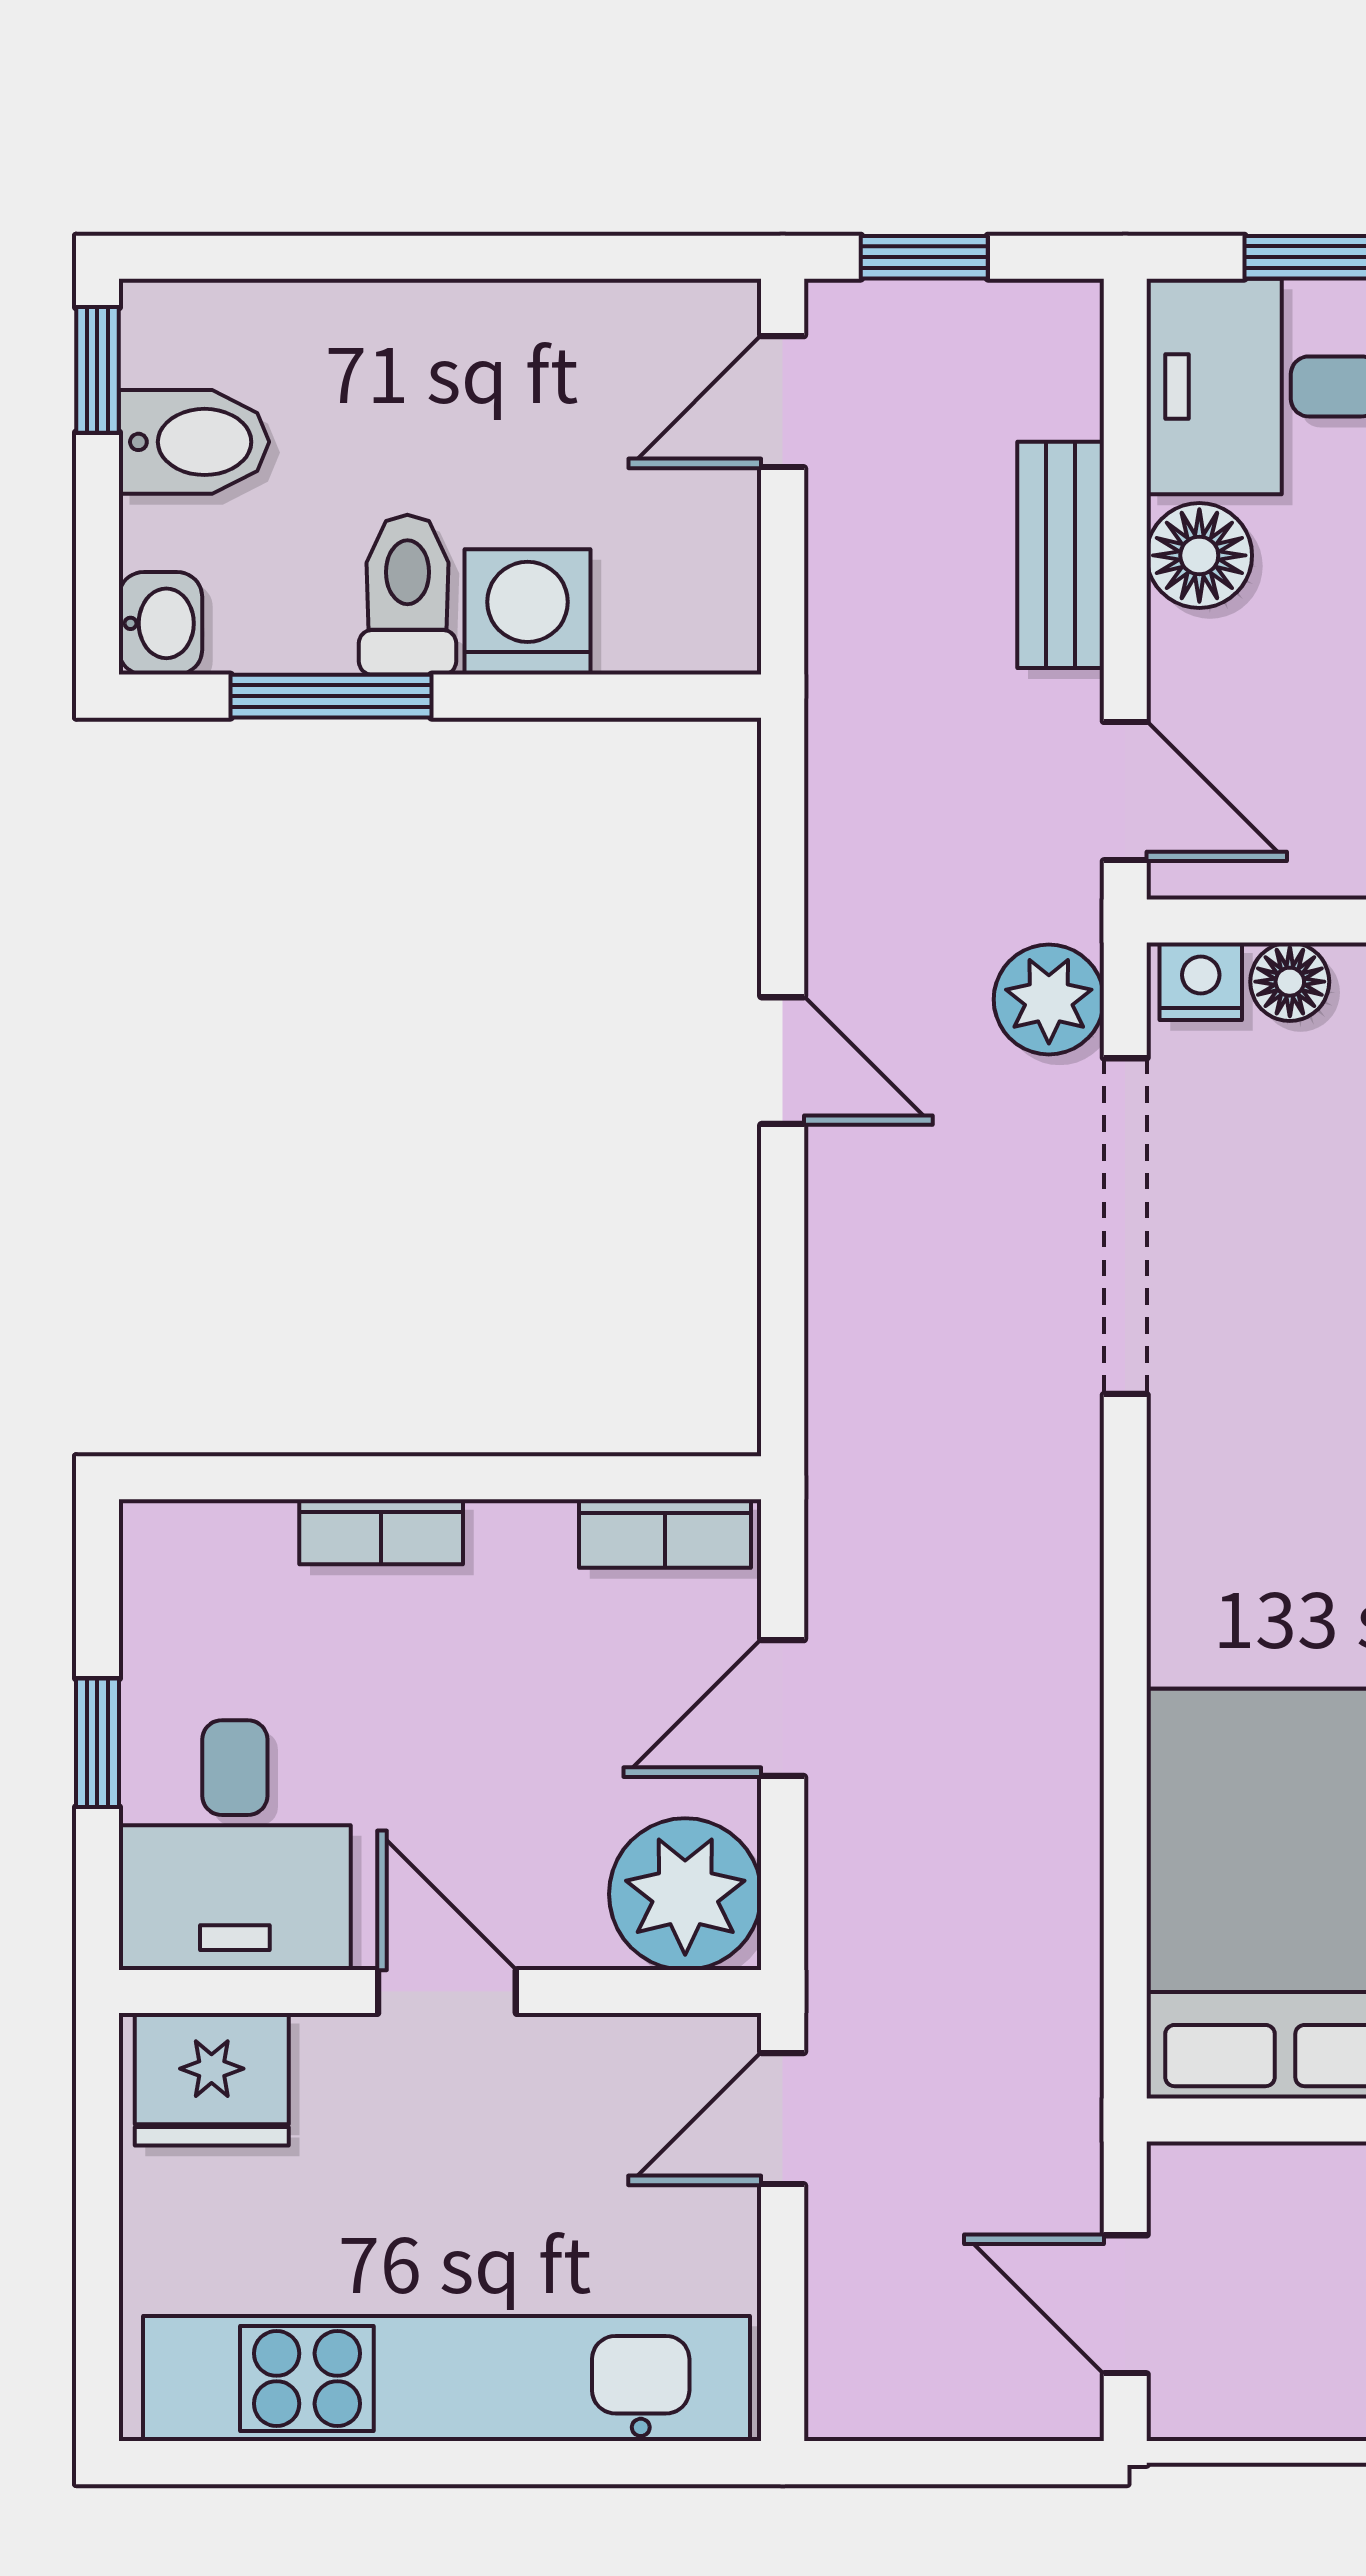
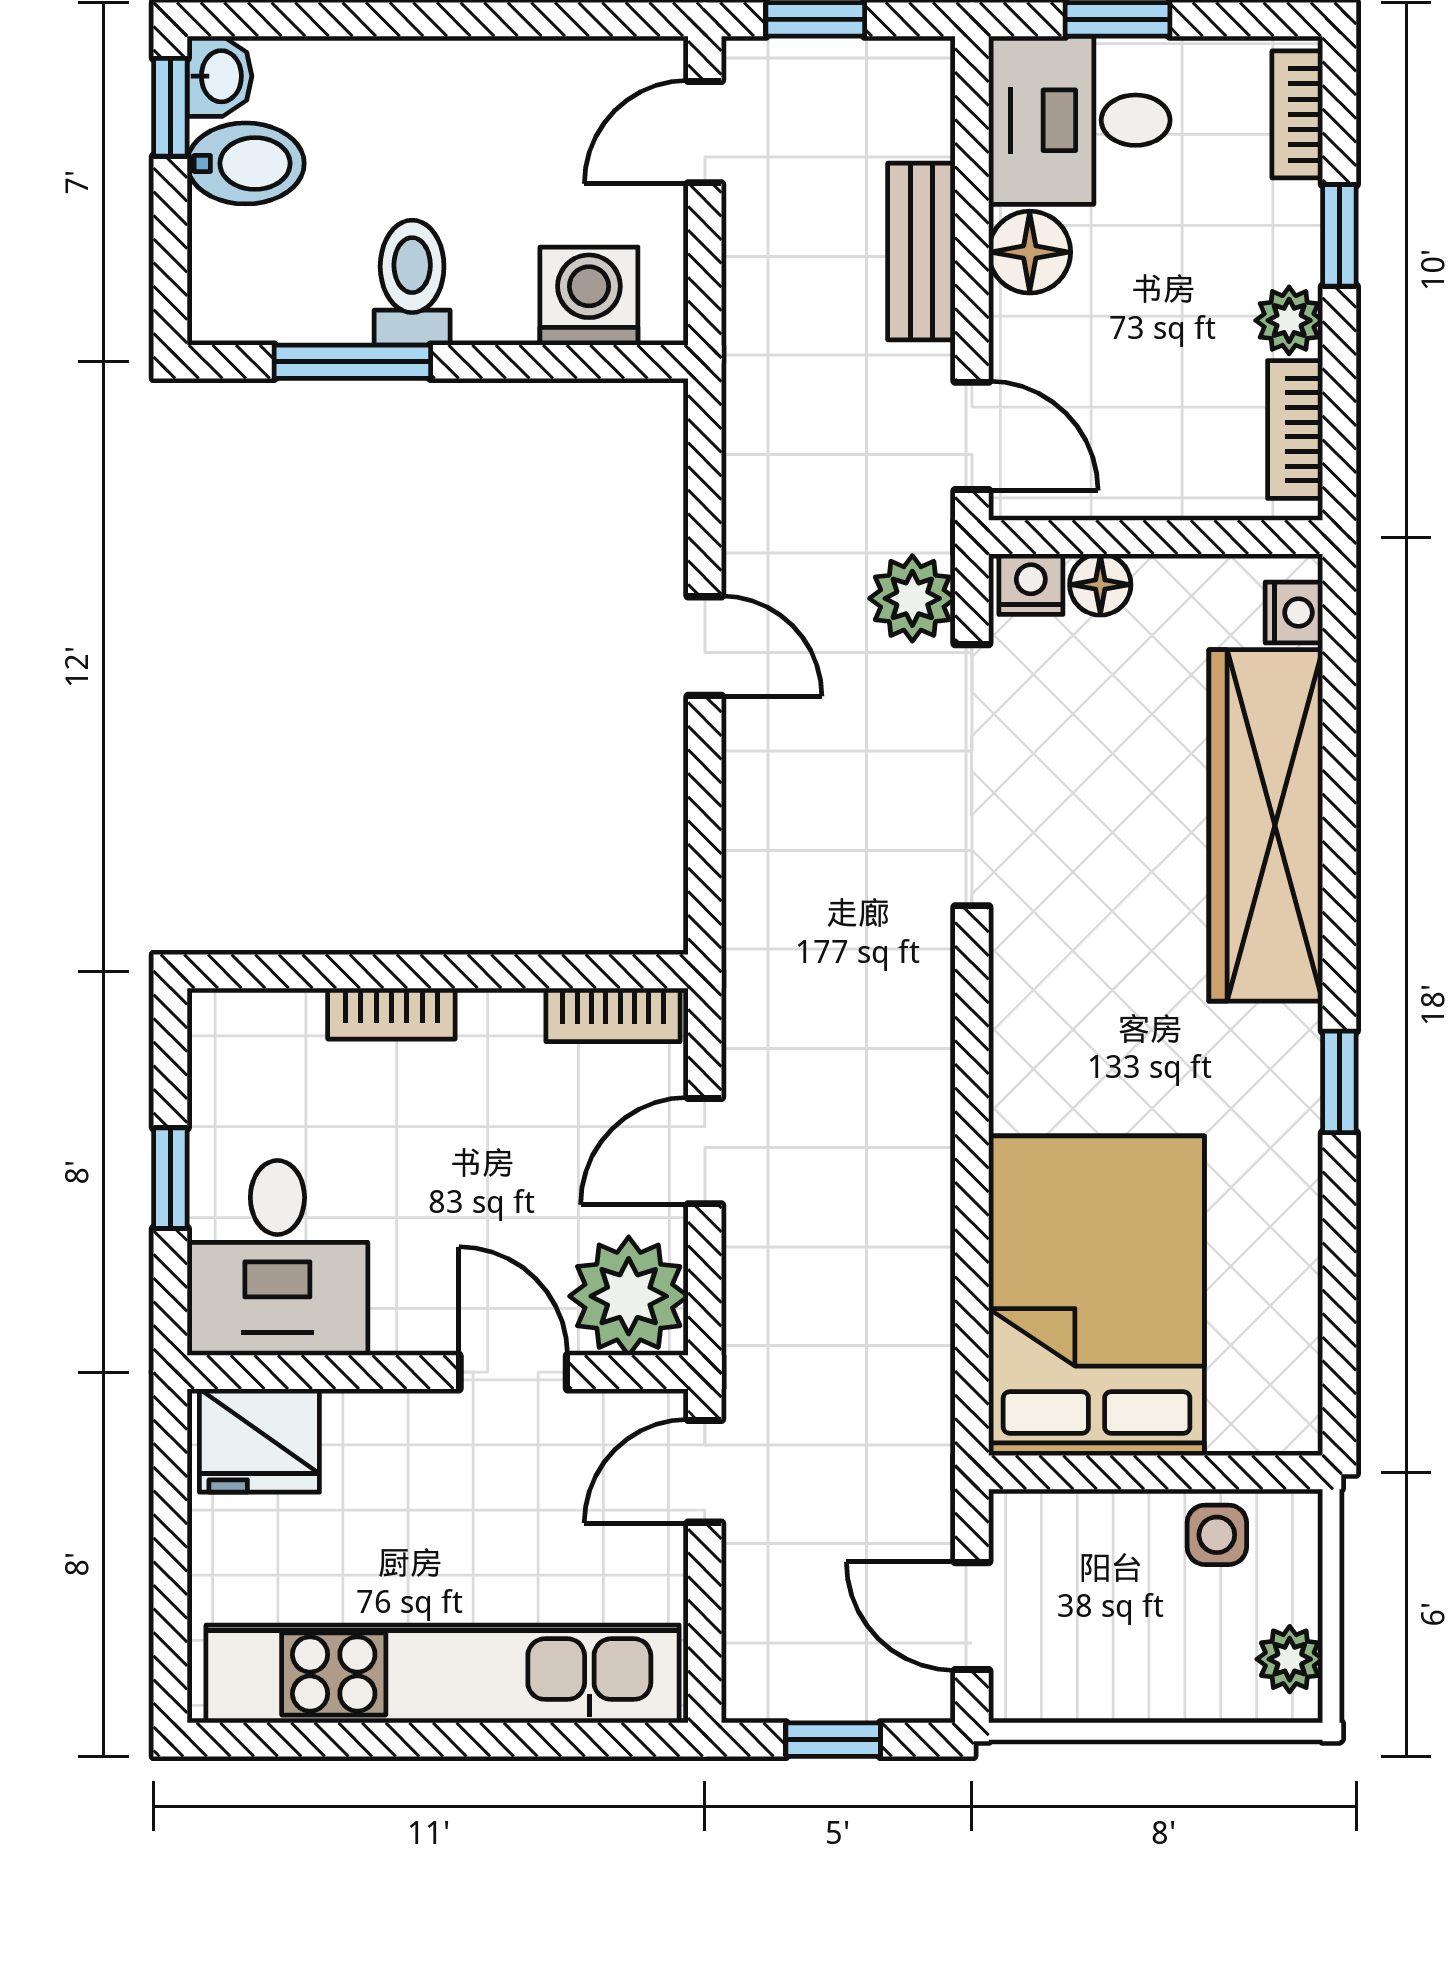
washing machine: (528, 612) -> (589, 296), moved
washbasin: (160, 623) -> (219, 76), moved
door: (447, 1992) -> (513, 1372), moved
window: (947, 2463) -> (833, 1740), added

